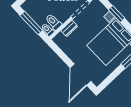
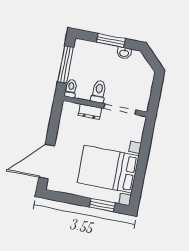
window: (117, 14) -> (144, 153), removed
toilet: (53, 22) -> (99, 92), moved

